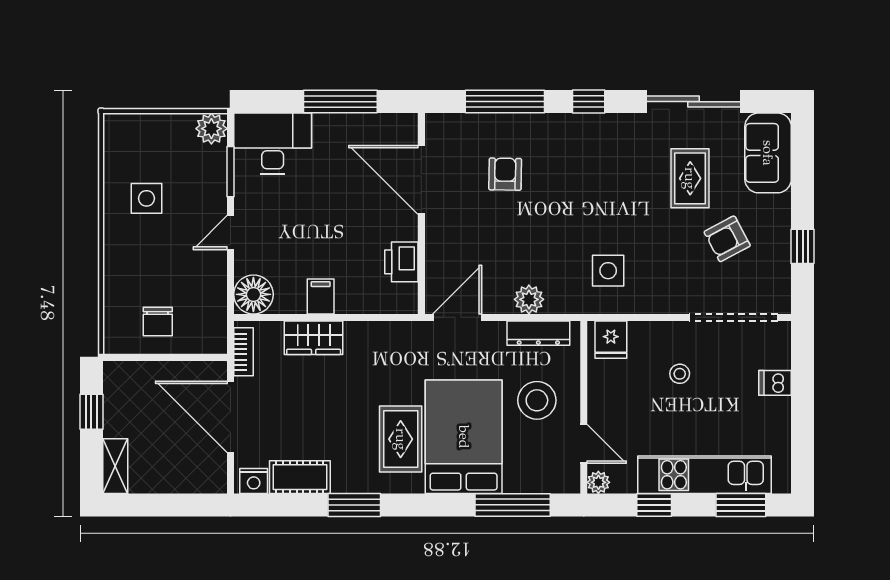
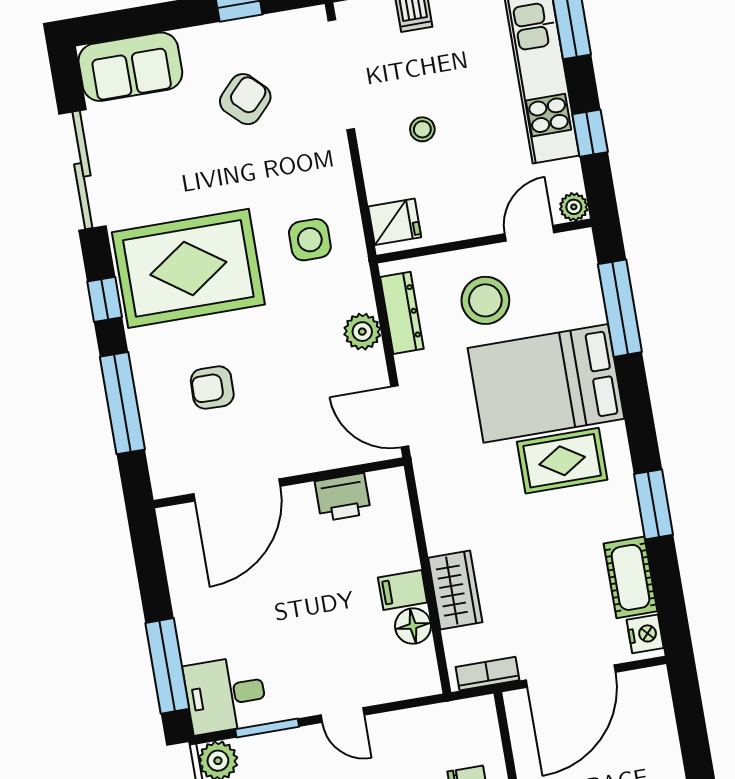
window: (340, 102) -> (167, 666), moved
desk: (273, 143) -> (225, 695), width x0.73
rug: (690, 178) -> (188, 268), moved, width x1.86, depth x2.06
armchair: (727, 239) -> (245, 99), turned -108
floor lamp: (253, 294) -> (413, 626), moved, width x0.73, depth x0.73

